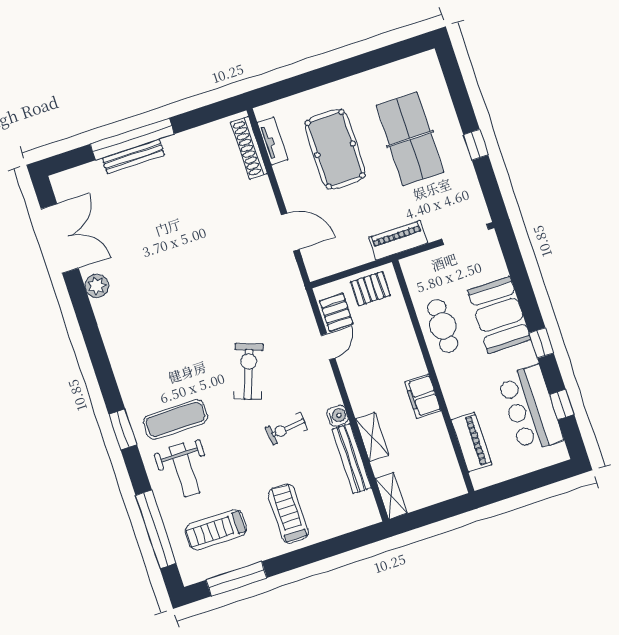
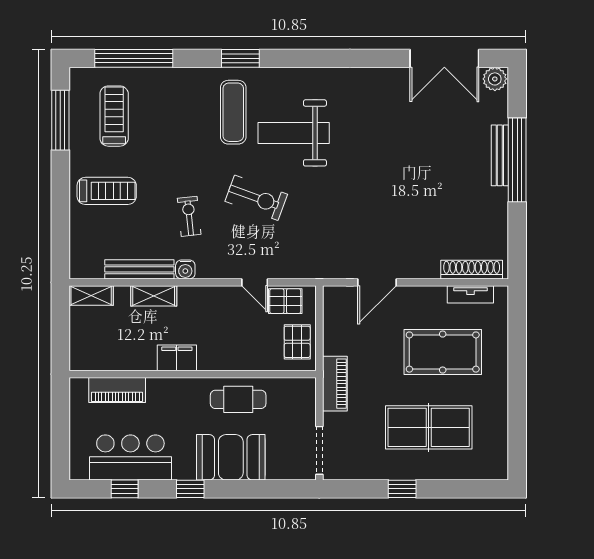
plant: (97, 286) -> (495, 79), moved
weight bench: (184, 470) -> (294, 133), moved, width x1.36, depth x1.33

